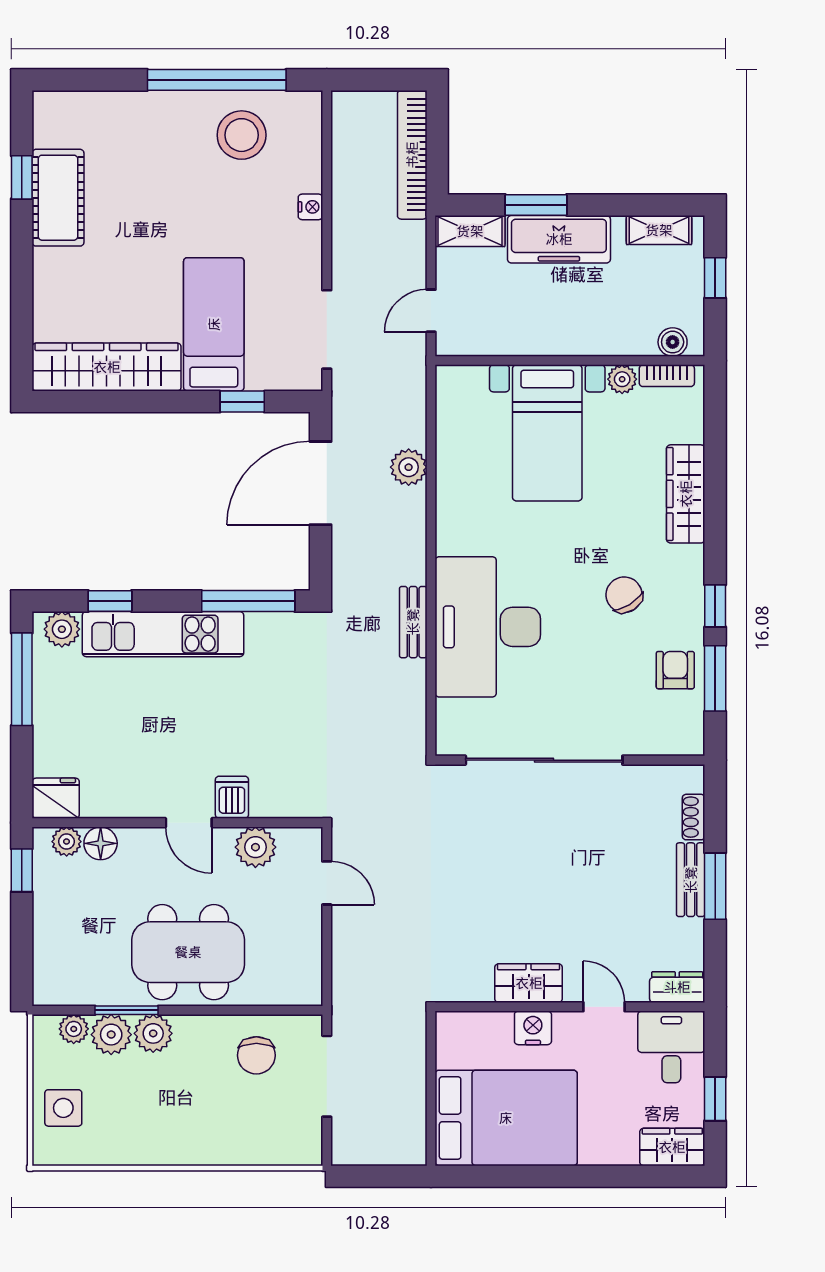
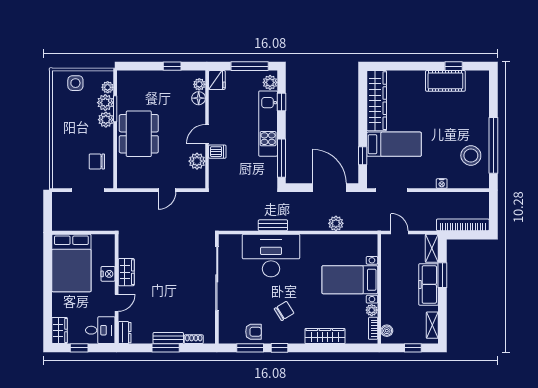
dishwasher: (232, 797) -> (217, 152), moved
fridge: (56, 798) -> (217, 80), moved
wall: (177, 823) -> (207, 129), moved
door: (189, 823) -> (207, 134), moved
plant: (67, 842) -> (199, 84), moved
floor lamp: (101, 843) -> (199, 98), moved
plant: (255, 847) -> (197, 161), moved

